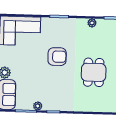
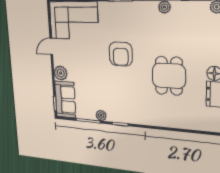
armchair: (57, 57) -> (121, 54), turned 90

